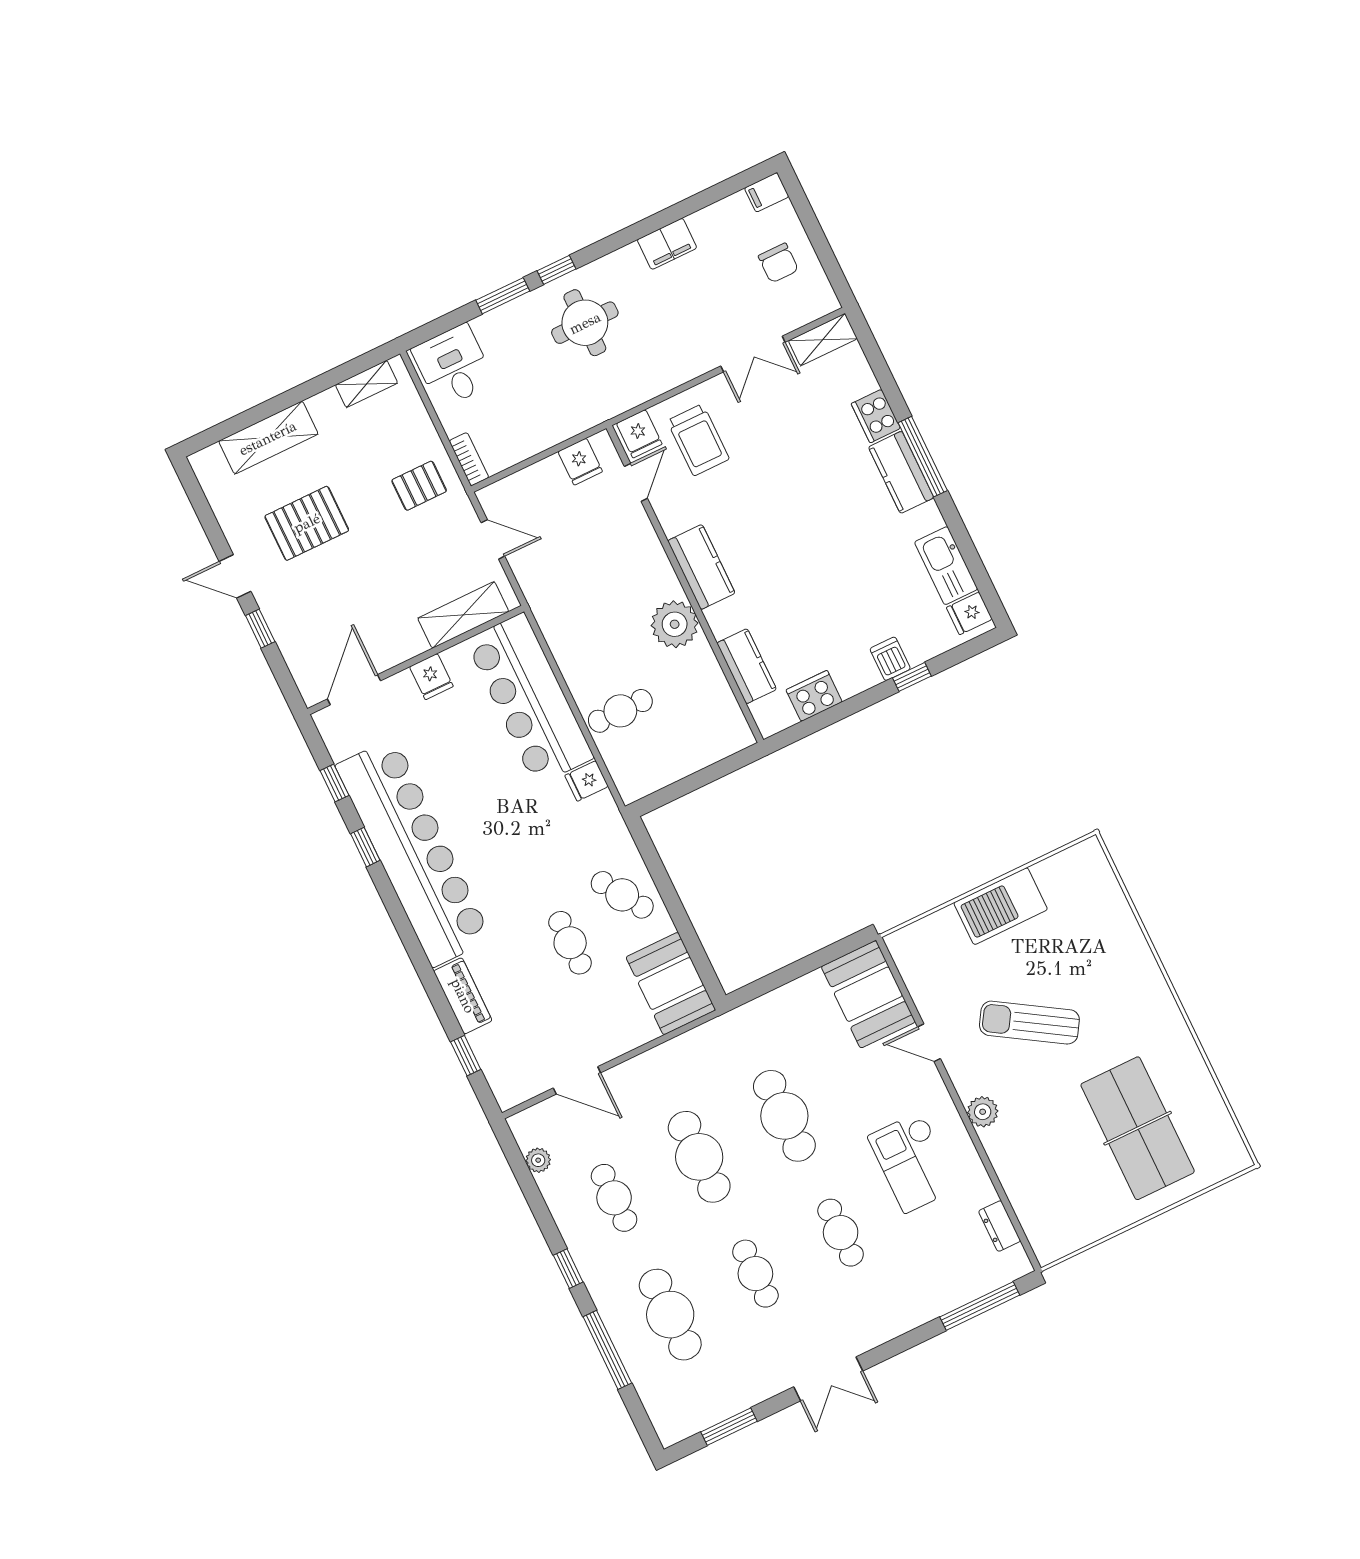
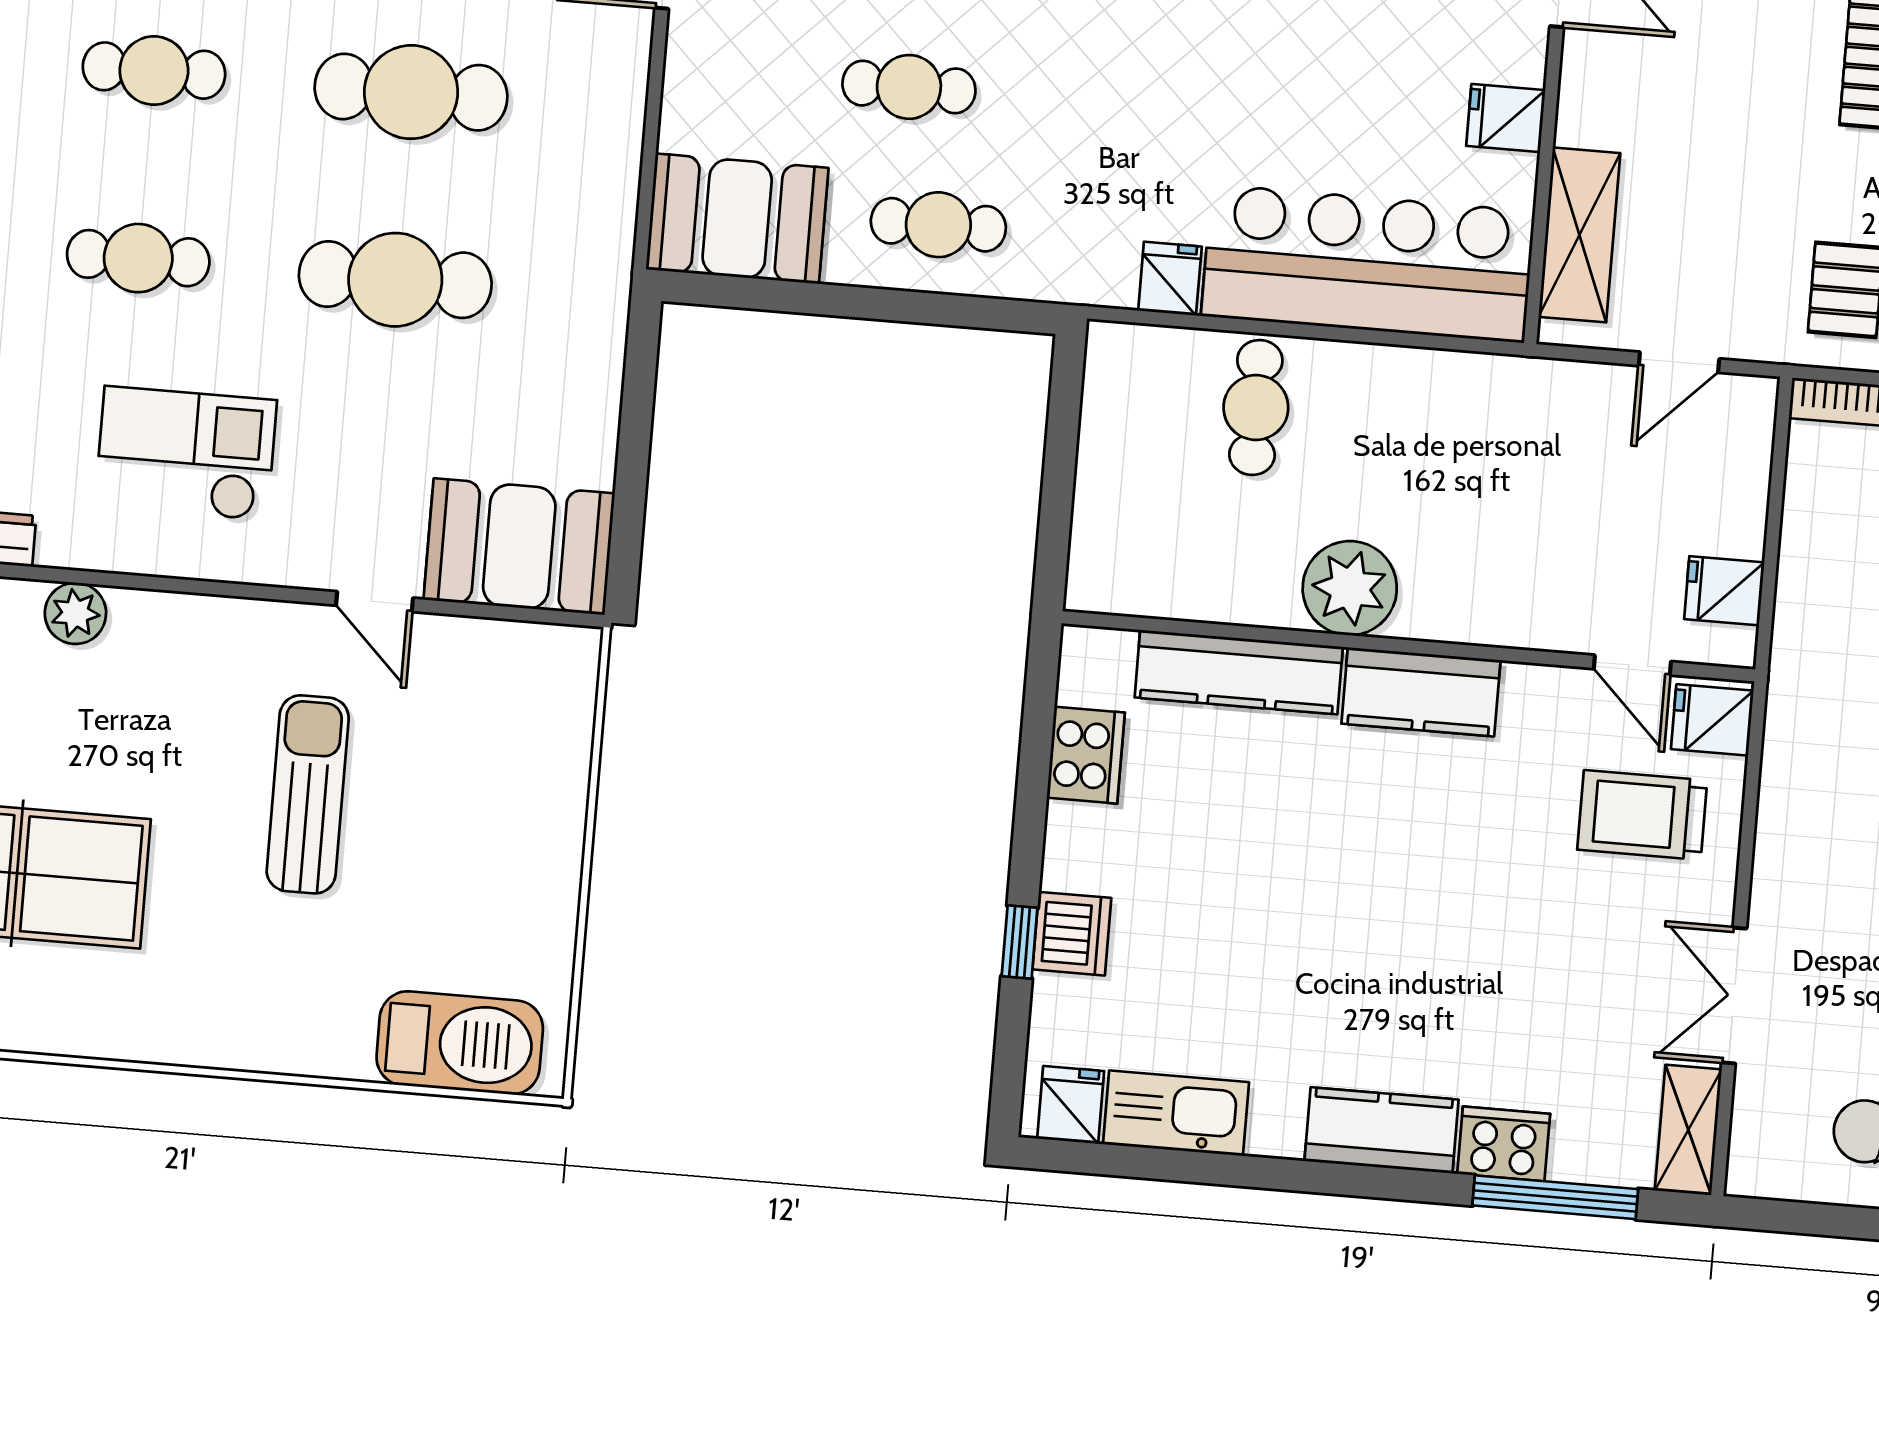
window: (923, 457) -> (1555, 1197), moved
dishwasher: (890, 659) -> (1072, 934), width x1.38
kitchen counter: (747, 666) -> (1239, 672), width x1.50
cafe table: (622, 895) -> (938, 225), turned 33
barbecue: (1001, 906) -> (460, 1043), moved, turned 90
sun lounger: (1029, 1023) -> (308, 794), turned -32
door: (929, 1043) -> (374, 602), swing flipped
plant: (983, 1112) -> (75, 613), moved

